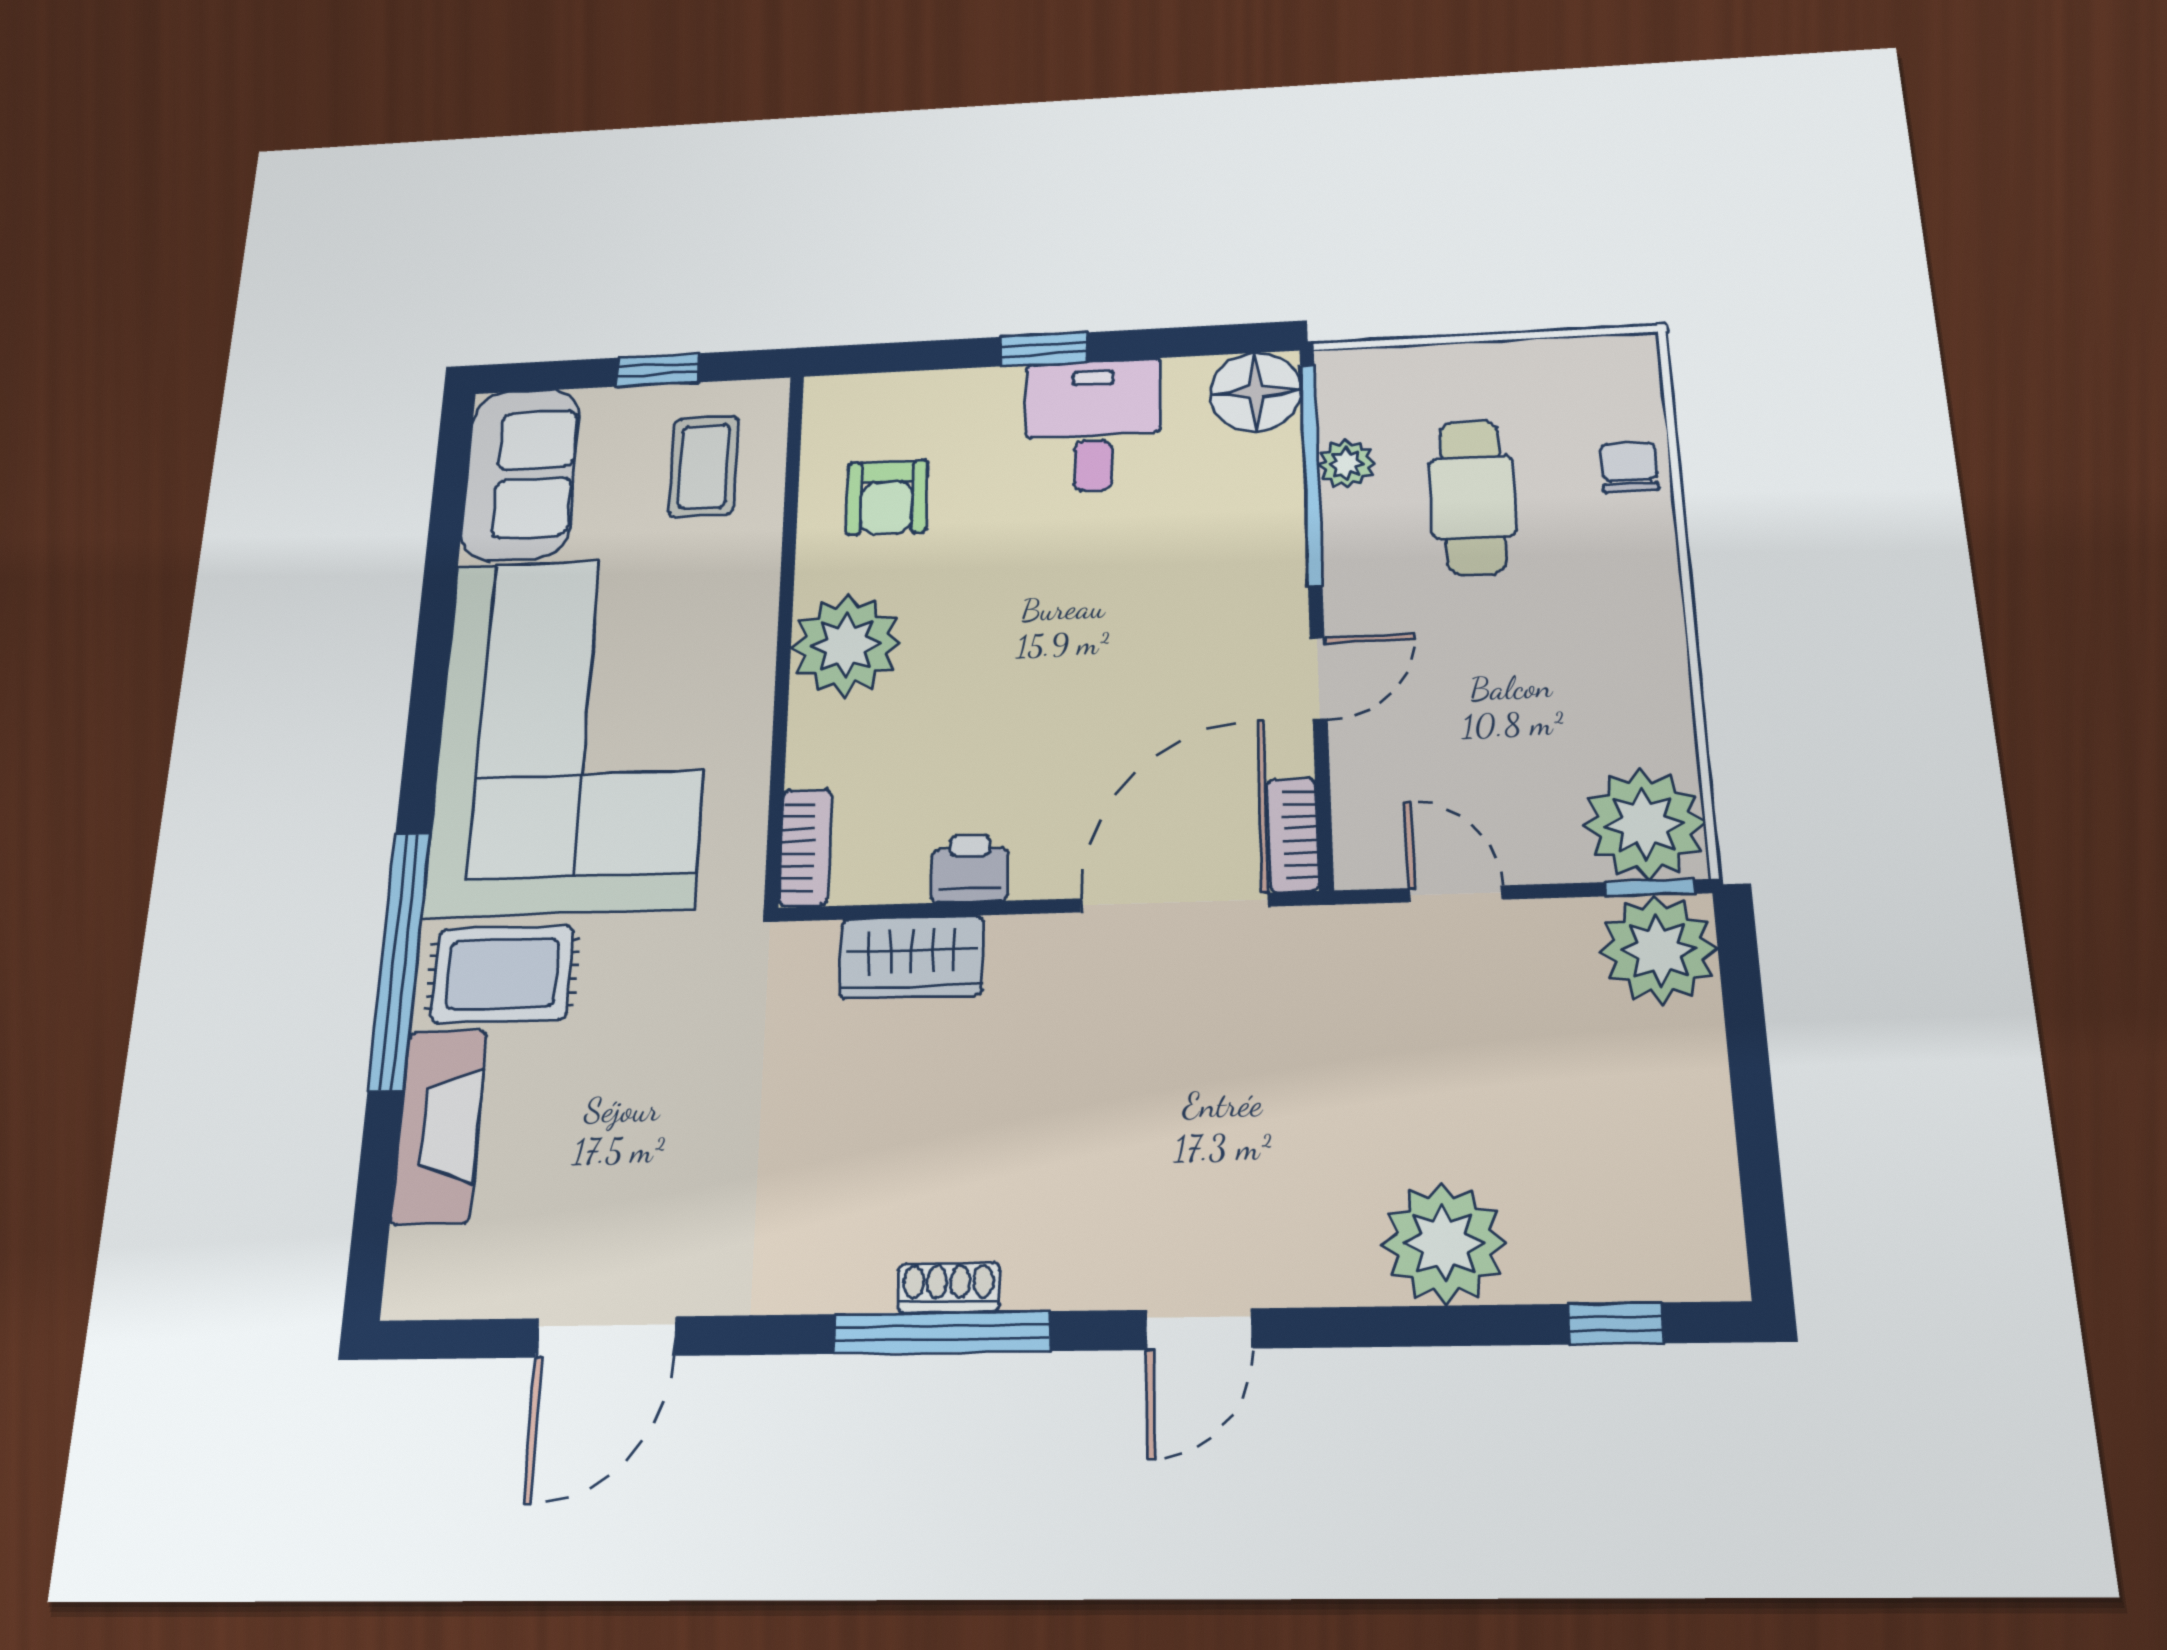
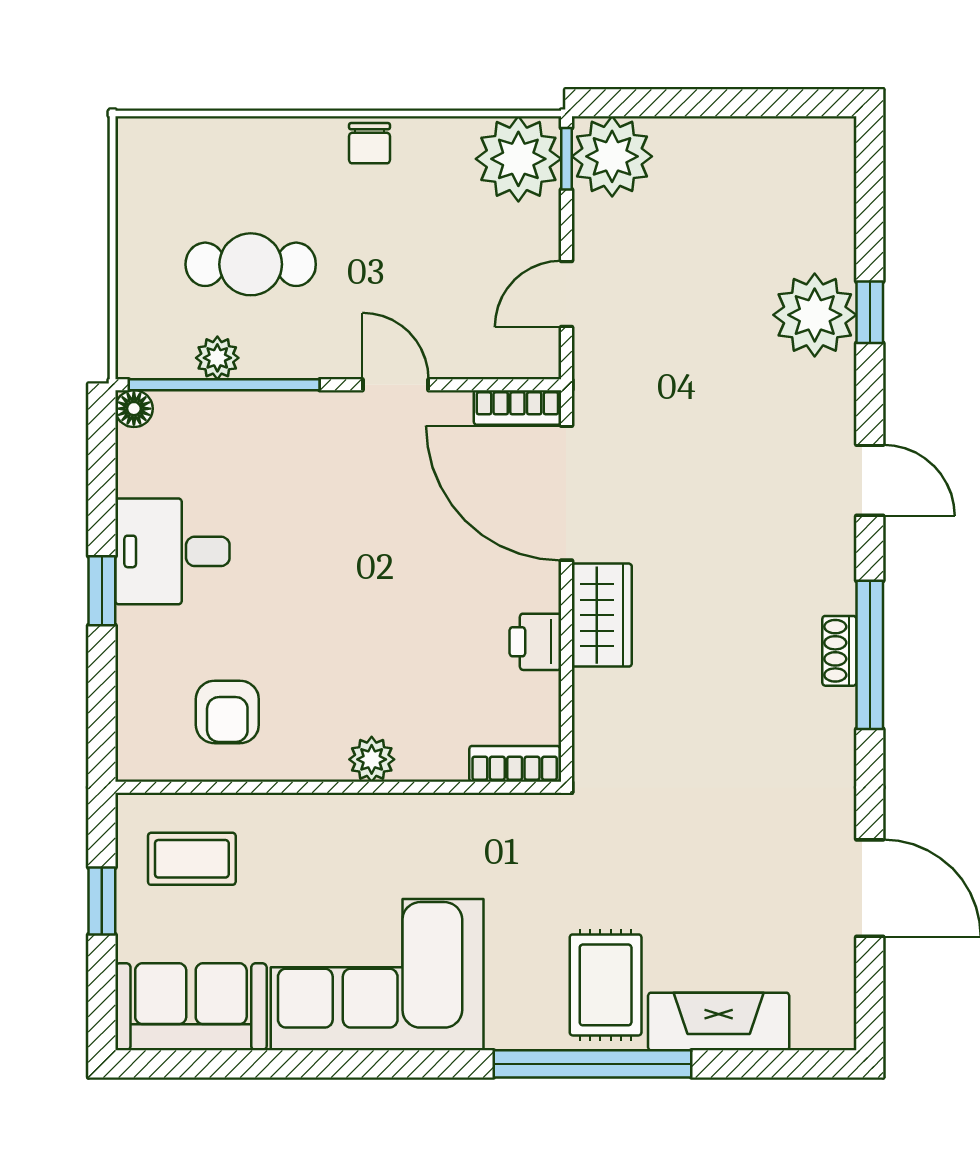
floor lamp: (1256, 392) -> (134, 409), width x0.53, depth x0.53
chair: (1629, 467) -> (370, 143), moved, turned -90
armchair: (887, 497) -> (227, 712), turned 90
plant: (846, 645) -> (372, 759), width x0.53, depth x0.53
corner sofa: (572, 732) -> (377, 975), width x0.73, depth x0.74
wardrobe: (912, 957) -> (602, 615), moved
window: (1616, 1324) -> (870, 312), moved

